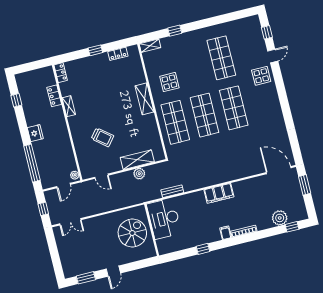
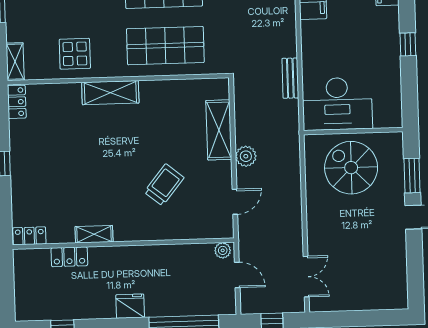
locker: (118, 54) -> (17, 102), moved
display table: (169, 82) -> (75, 54), moved
plant: (139, 174) -> (246, 156), moved
window: (86, 278) -> (412, 176), moved

